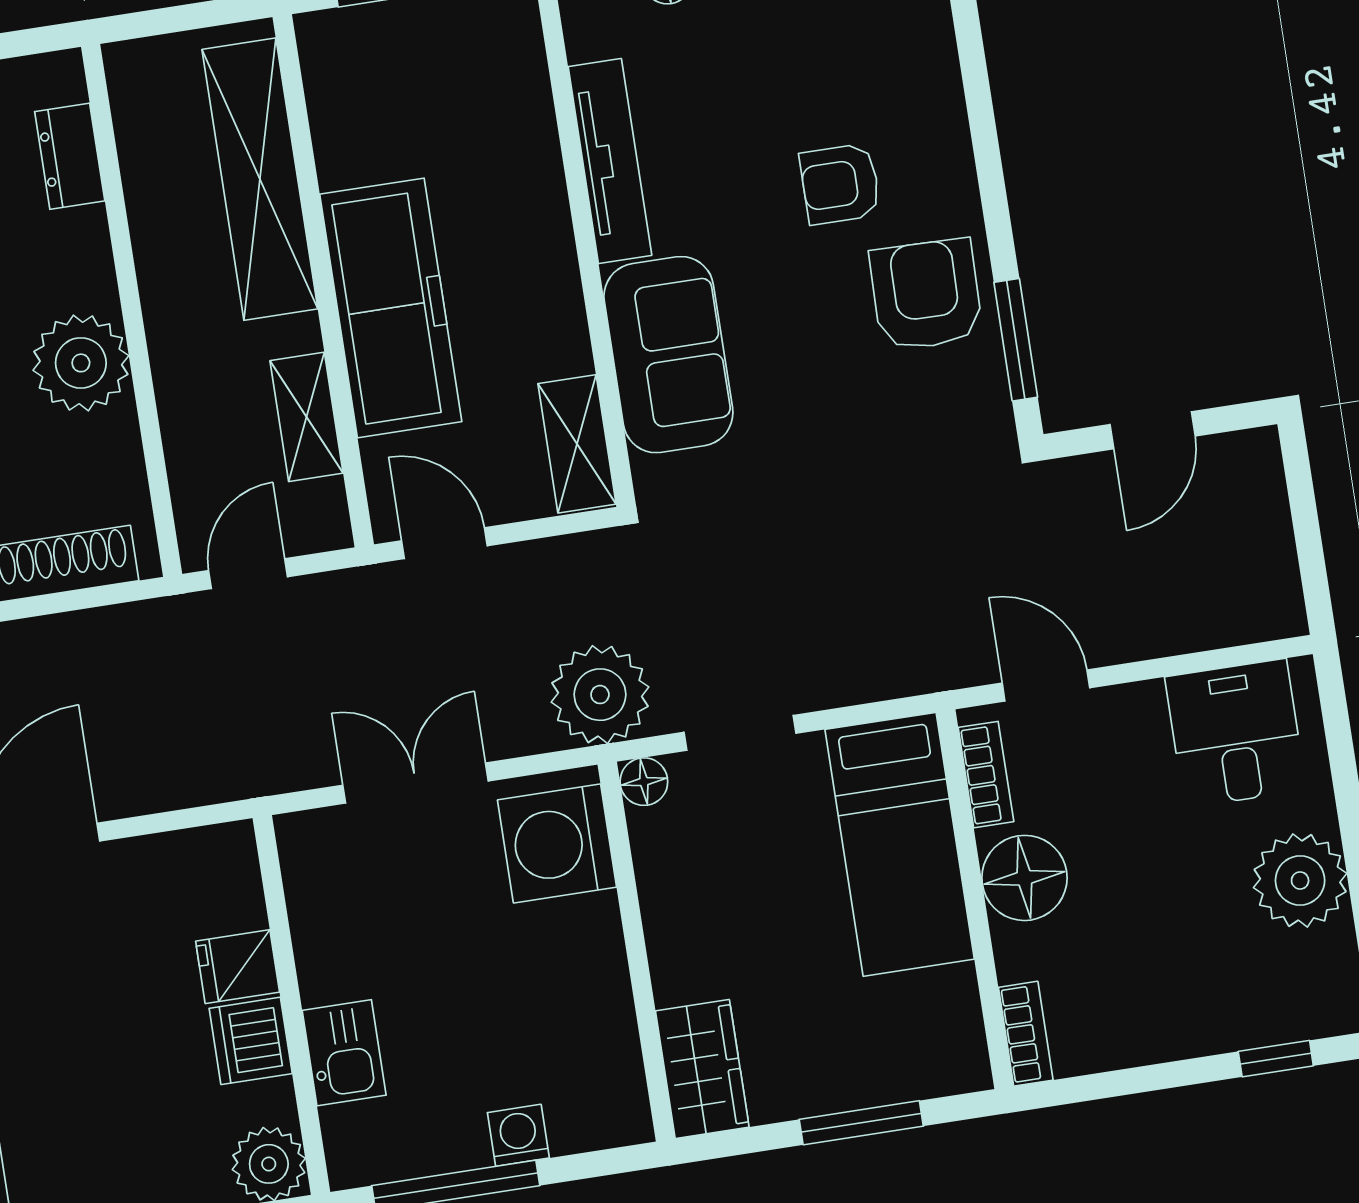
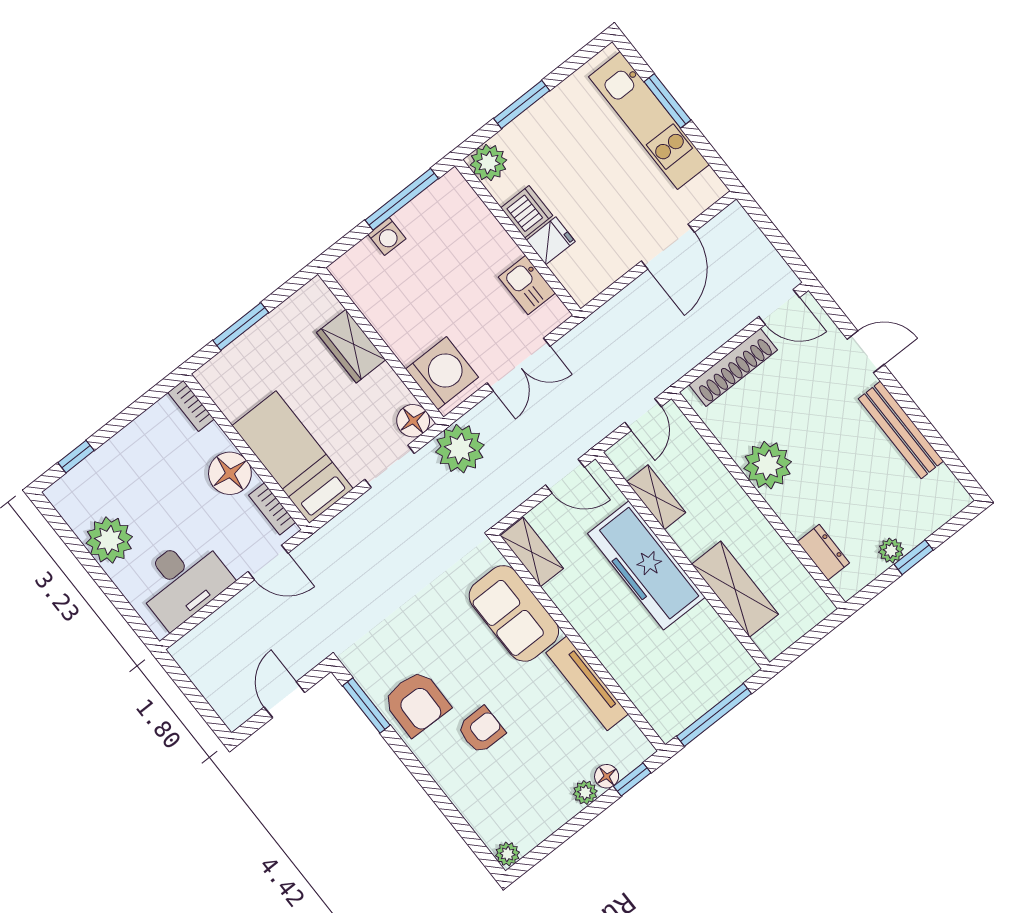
shelving: (260, 179) -> (735, 589), width x0.68
desk: (1235, 733) -> (183, 581), width x1.37
floor lamp: (644, 782) -> (413, 421), width x1.37, depth x1.37
kitchen sink: (344, 1053) -> (527, 285), moved
wardrobe: (702, 1069) -> (351, 346), moved

